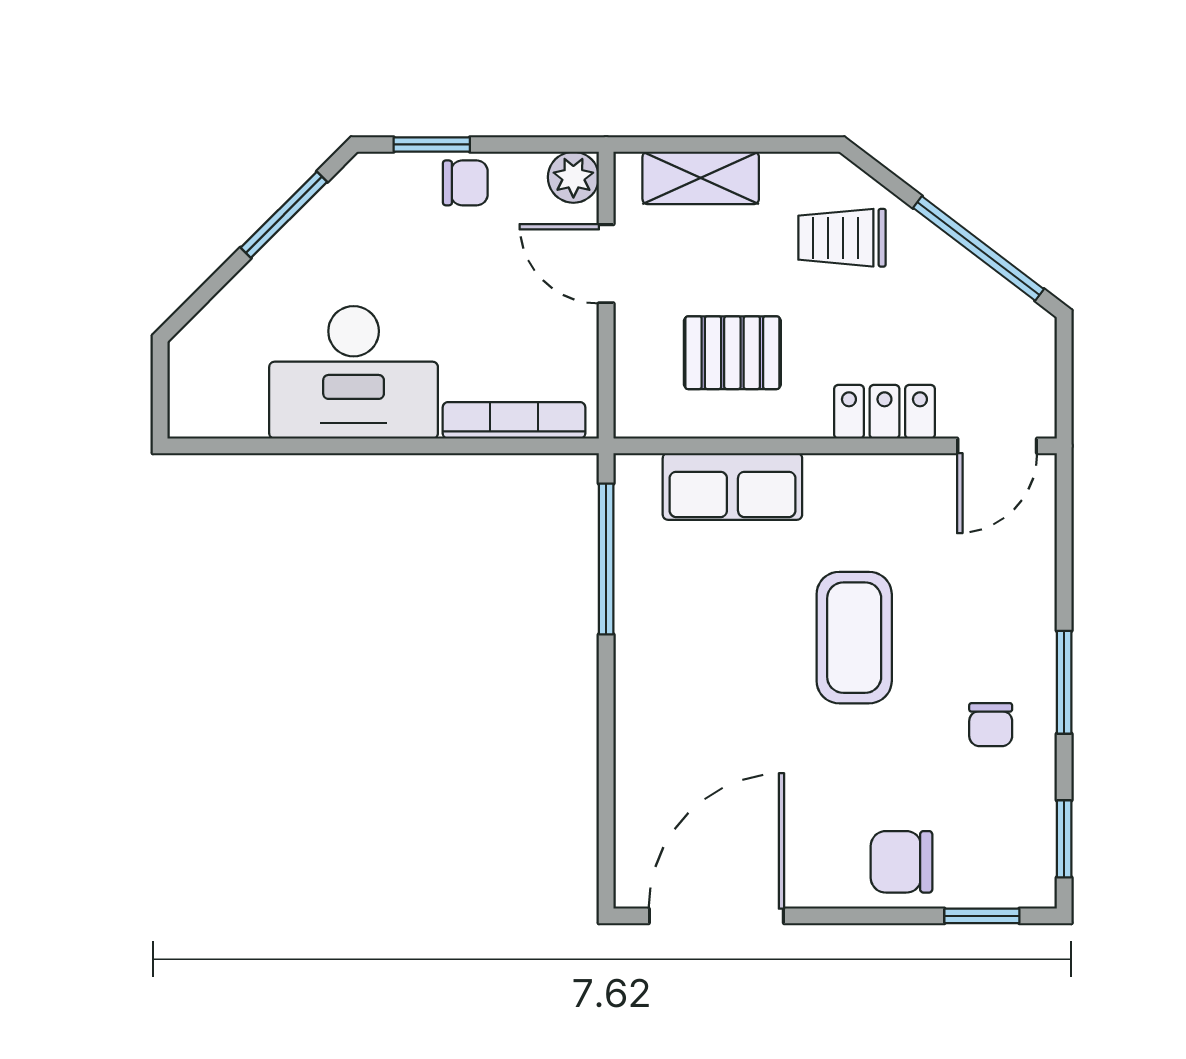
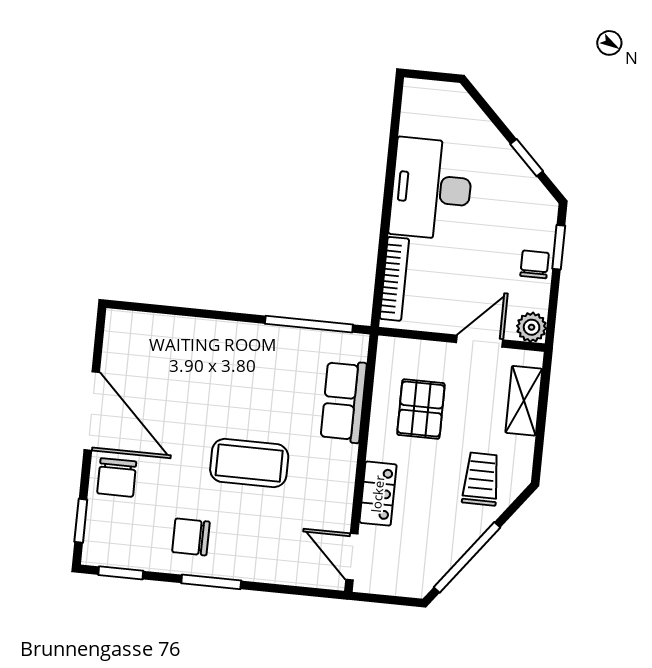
chair: (465, 183) -> (535, 264), turned 180
window: (284, 215) -> (527, 158), width x0.67
chair: (991, 725) -> (191, 537), width x1.37, depth x1.37
chair: (902, 862) -> (117, 477), turned 180
door: (716, 916) -> (92, 411), moved

